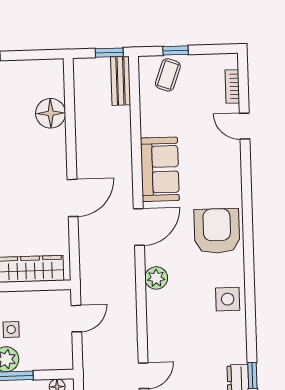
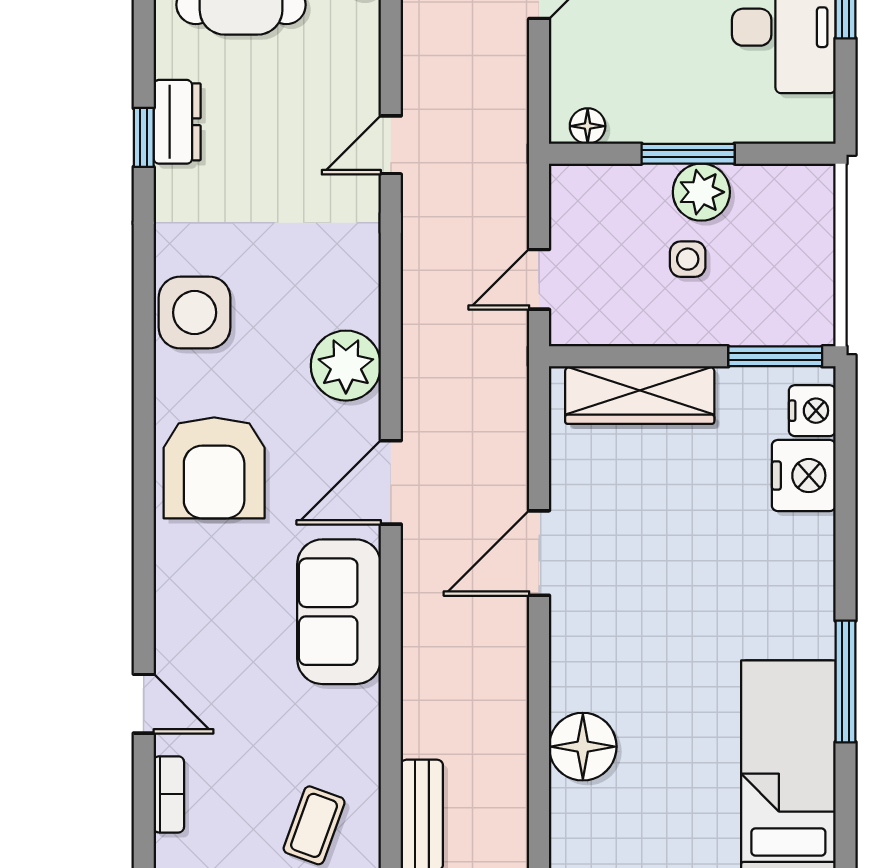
plant: (156, 278) -> (346, 366), width x1.36, depth x1.36
side table: (228, 299) -> (195, 313), width x1.37, depth x1.37

